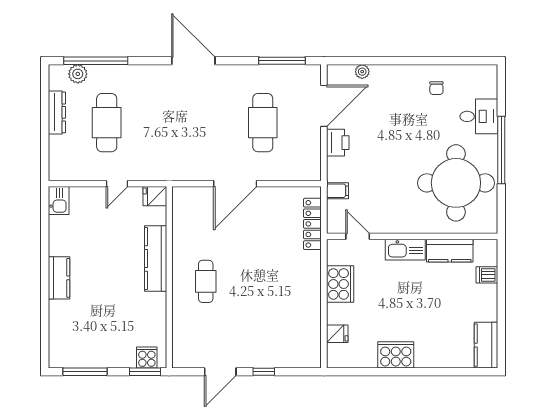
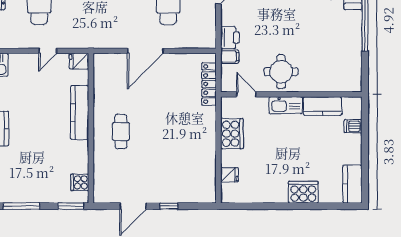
printer: (338, 143) -> (230, 38), moved
round table: (456, 183) -> (281, 72), moved, width x0.54, depth x0.54
cooker: (396, 355) -> (303, 192), moved
cooker: (147, 357) -> (80, 182), moved, turned -90

